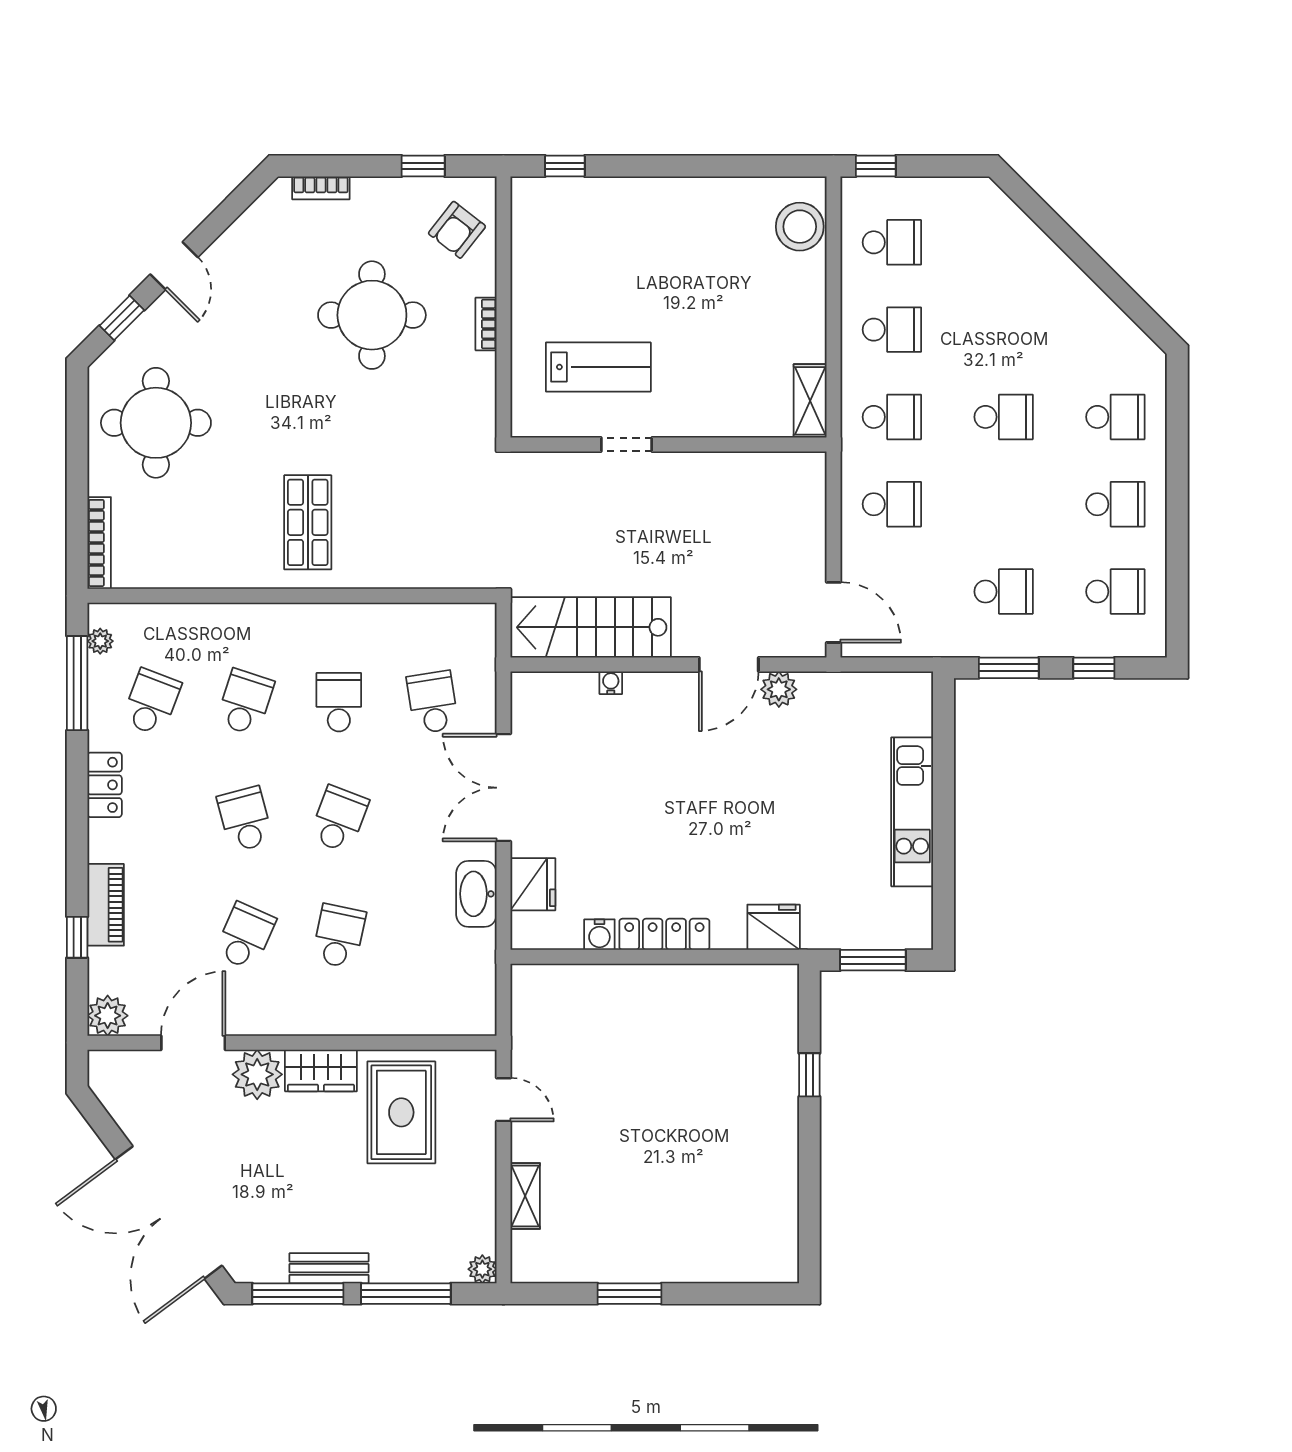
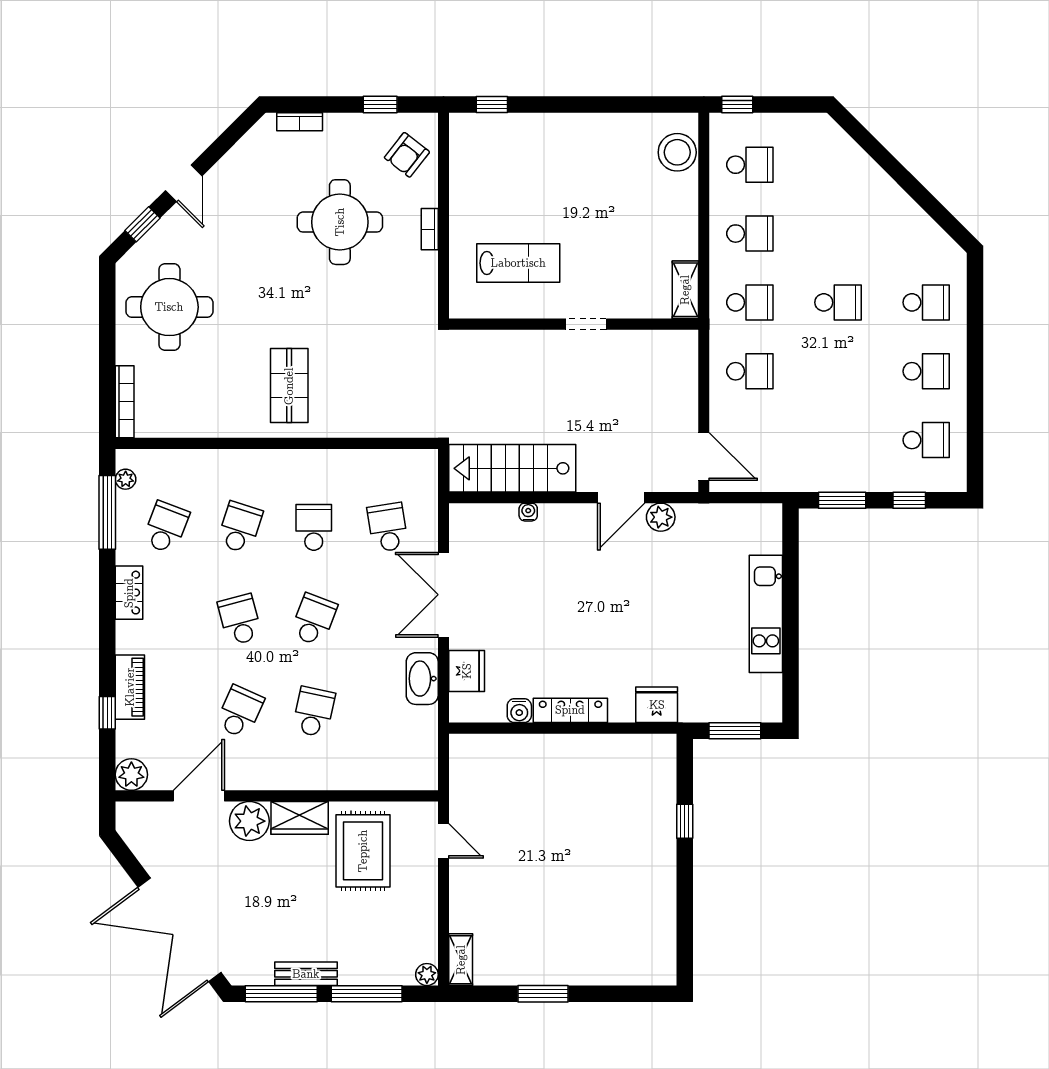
doorway: (627, 444) -> (586, 324), moved
school desk: (1004, 592) -> (838, 440), removed
shelving: (525, 1196) -> (461, 960), moved

